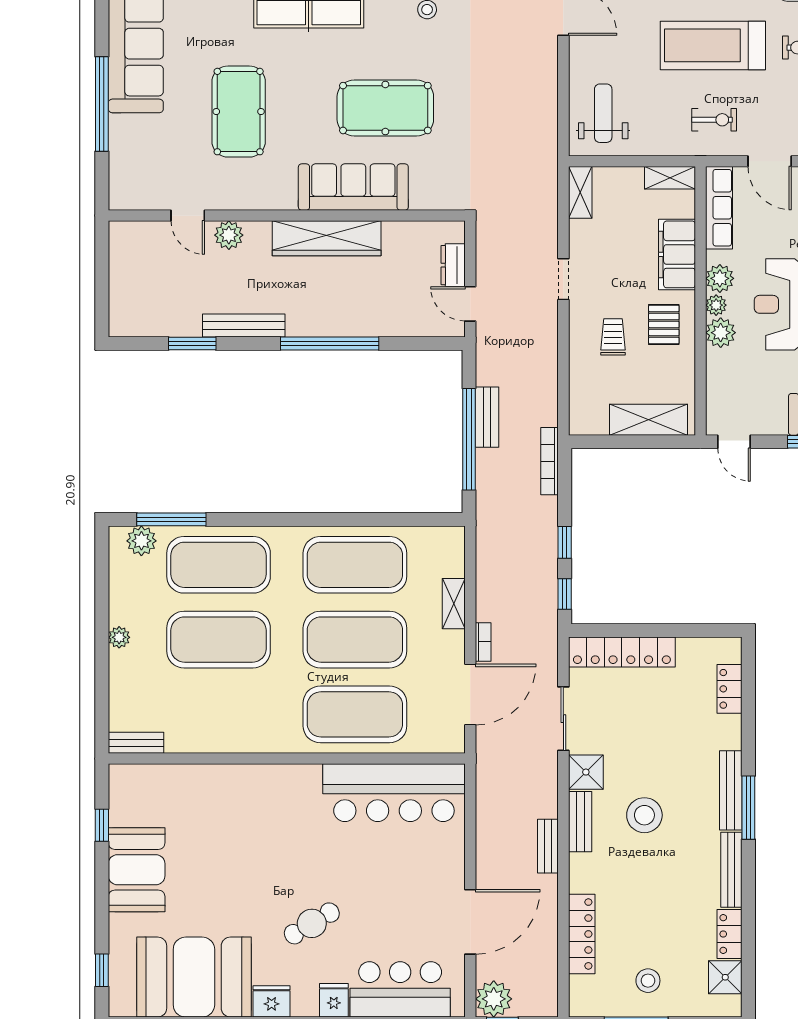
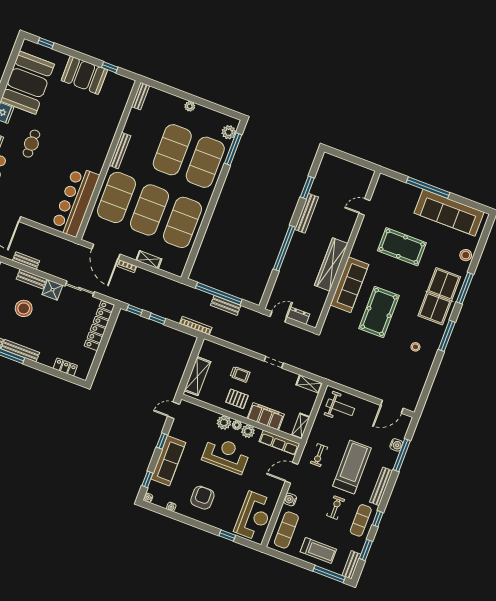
plant: (229, 235) -> (349, 222), removed
bench: (259, 743) -> (120, 151), added
cafe table: (312, 923) -> (31, 144), turned 31

